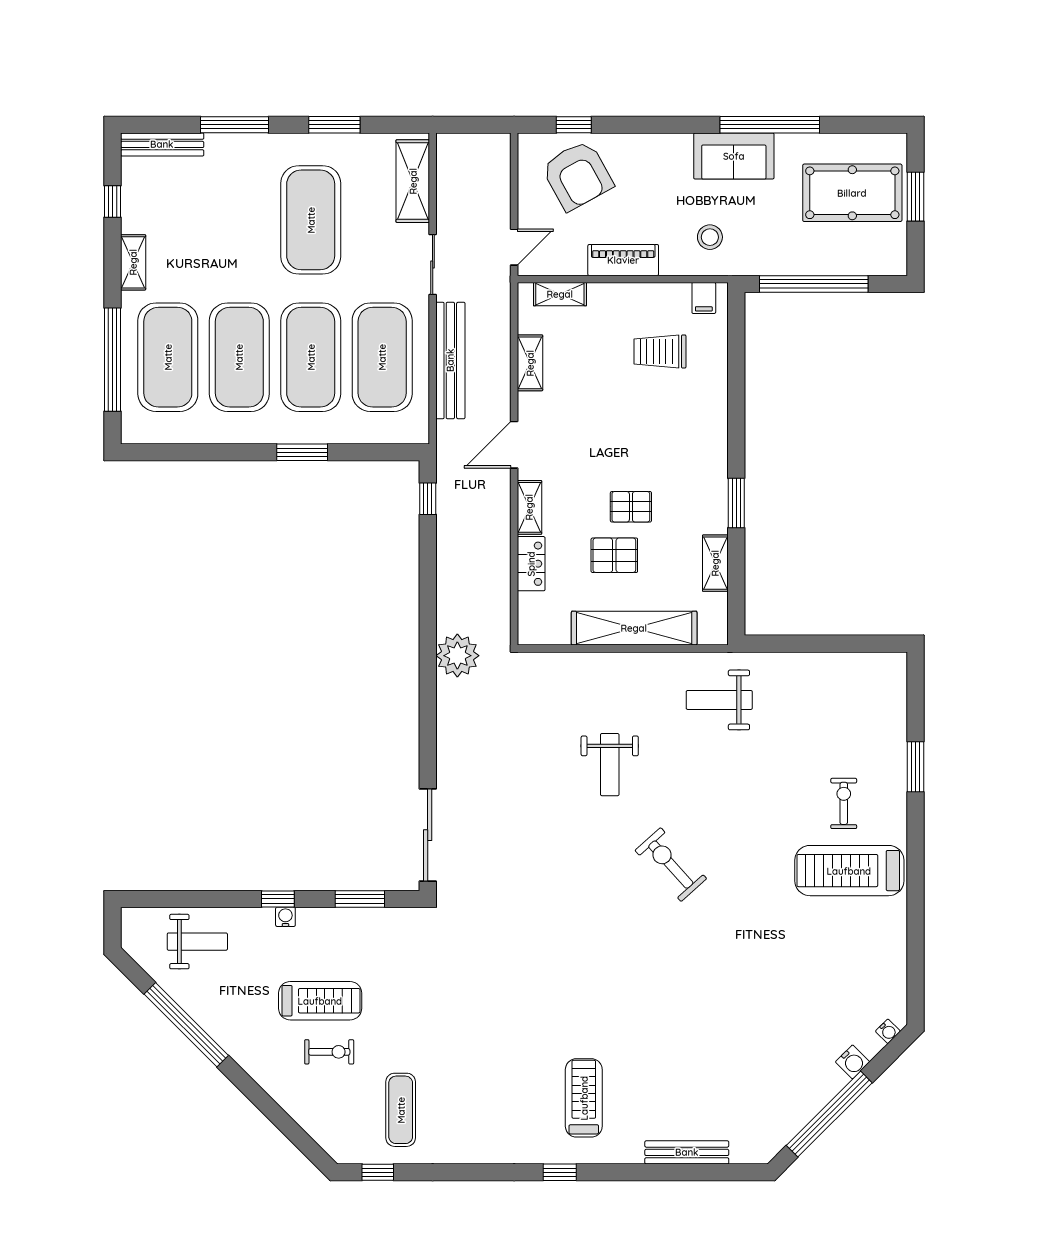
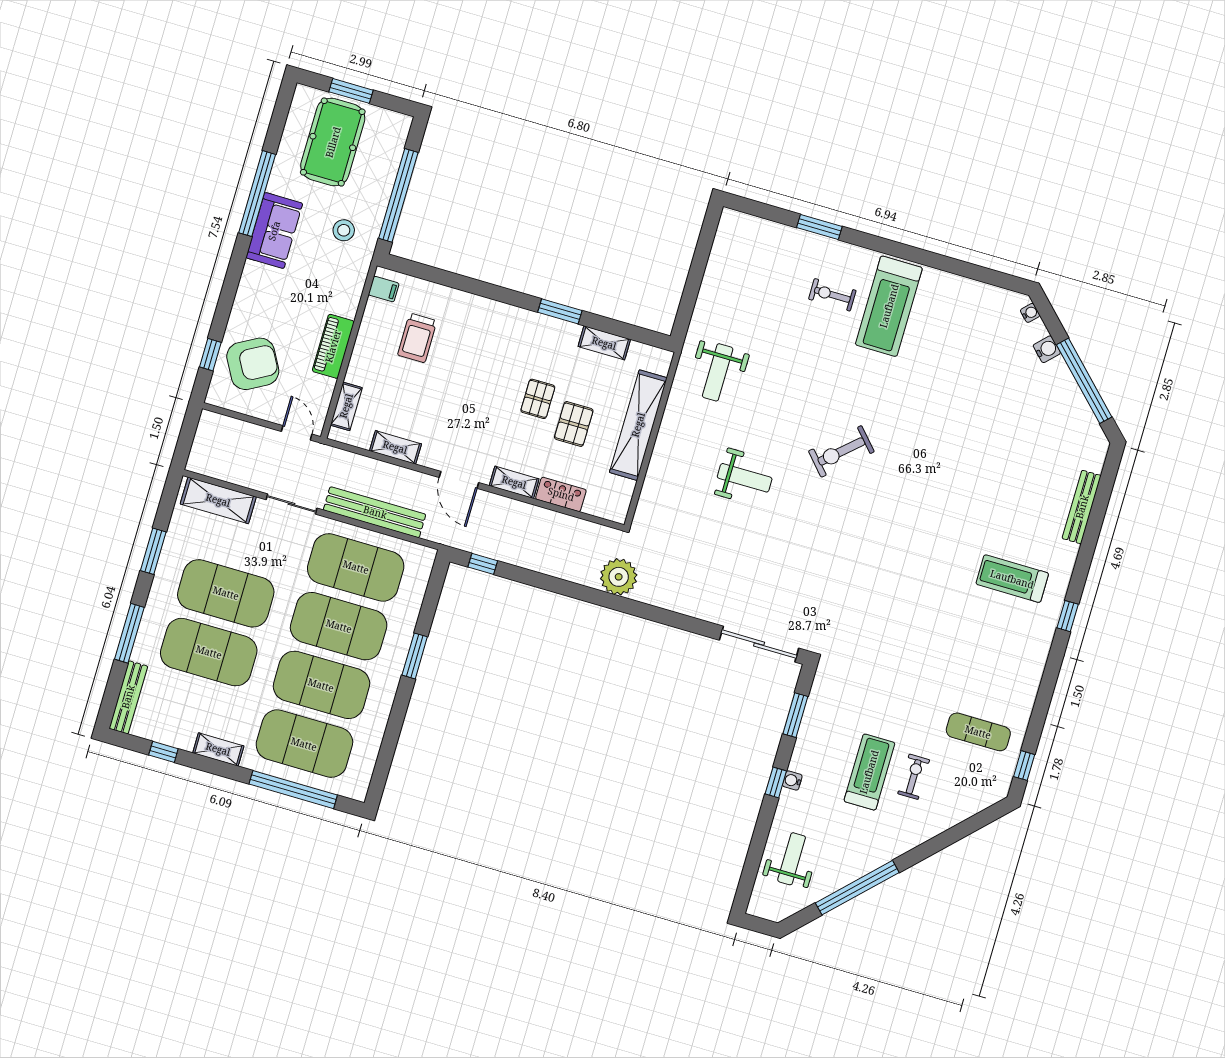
exercise mat: (239, 220) -> (209, 652), added
stool: (710, 237) -> (344, 230), moved

